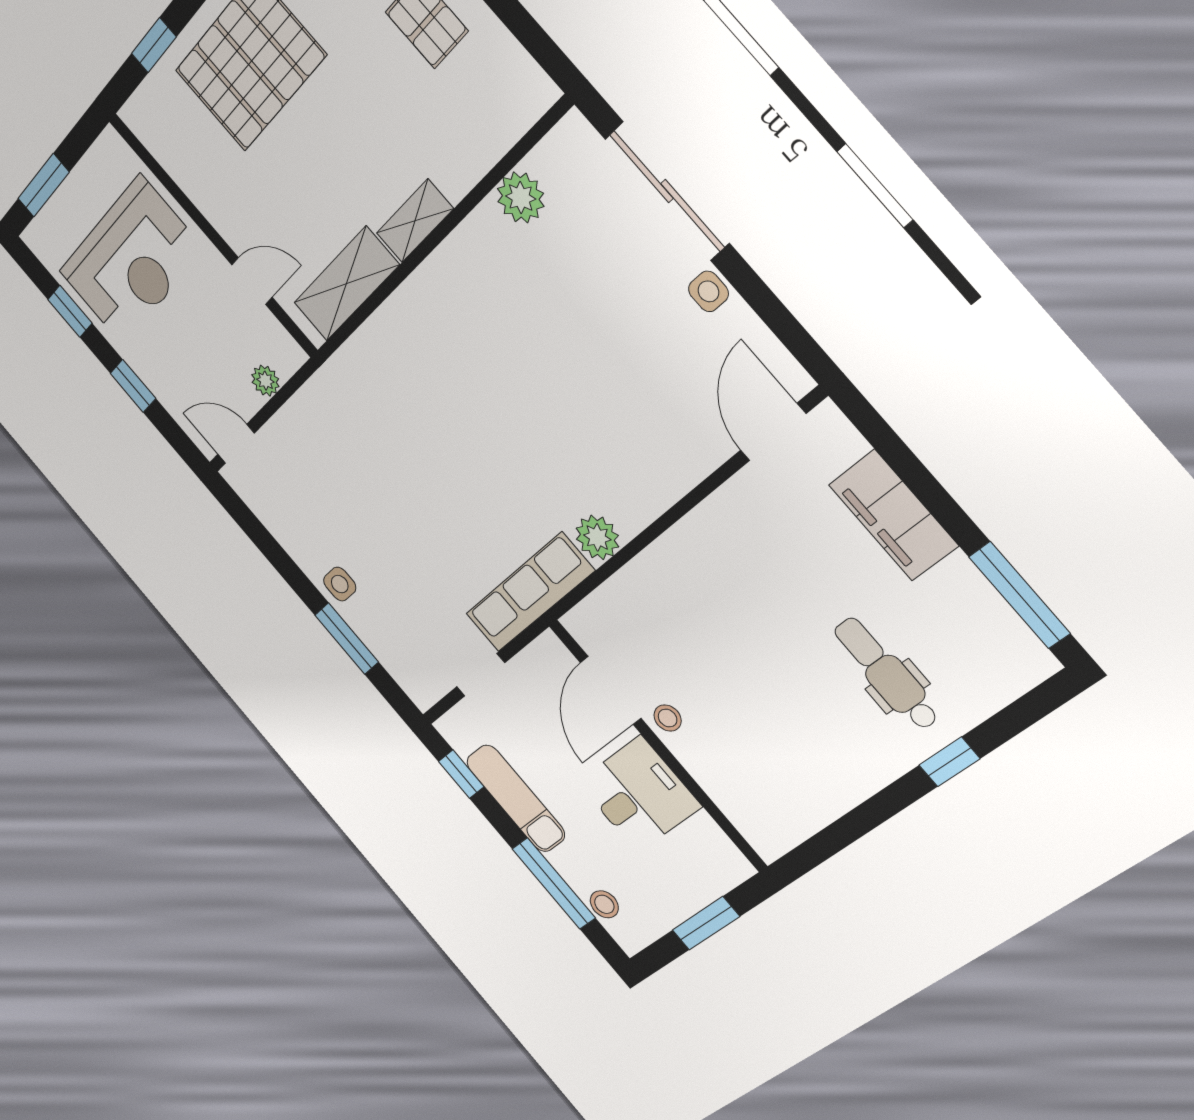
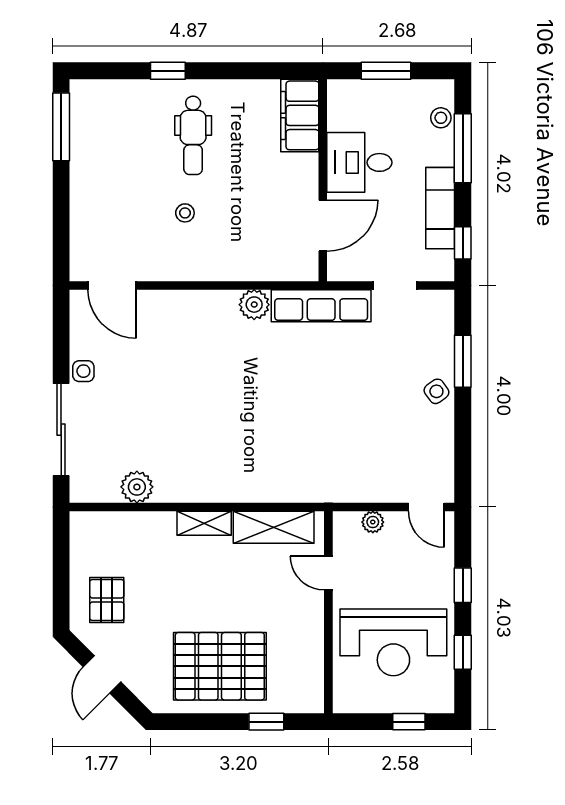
window: (43, 185) -> (409, 722), width x0.67
reception desk: (131, 261) -> (393, 642), turned 180
door: (773, 432) -> (112, 285), hinge flipped
filing cabinet: (893, 515) -> (300, 115), moved, turned 180
side table: (340, 584) -> (436, 391), turned -36
dental chair: (886, 674) -> (193, 135), moved
stool: (668, 718) -> (185, 213), moved

